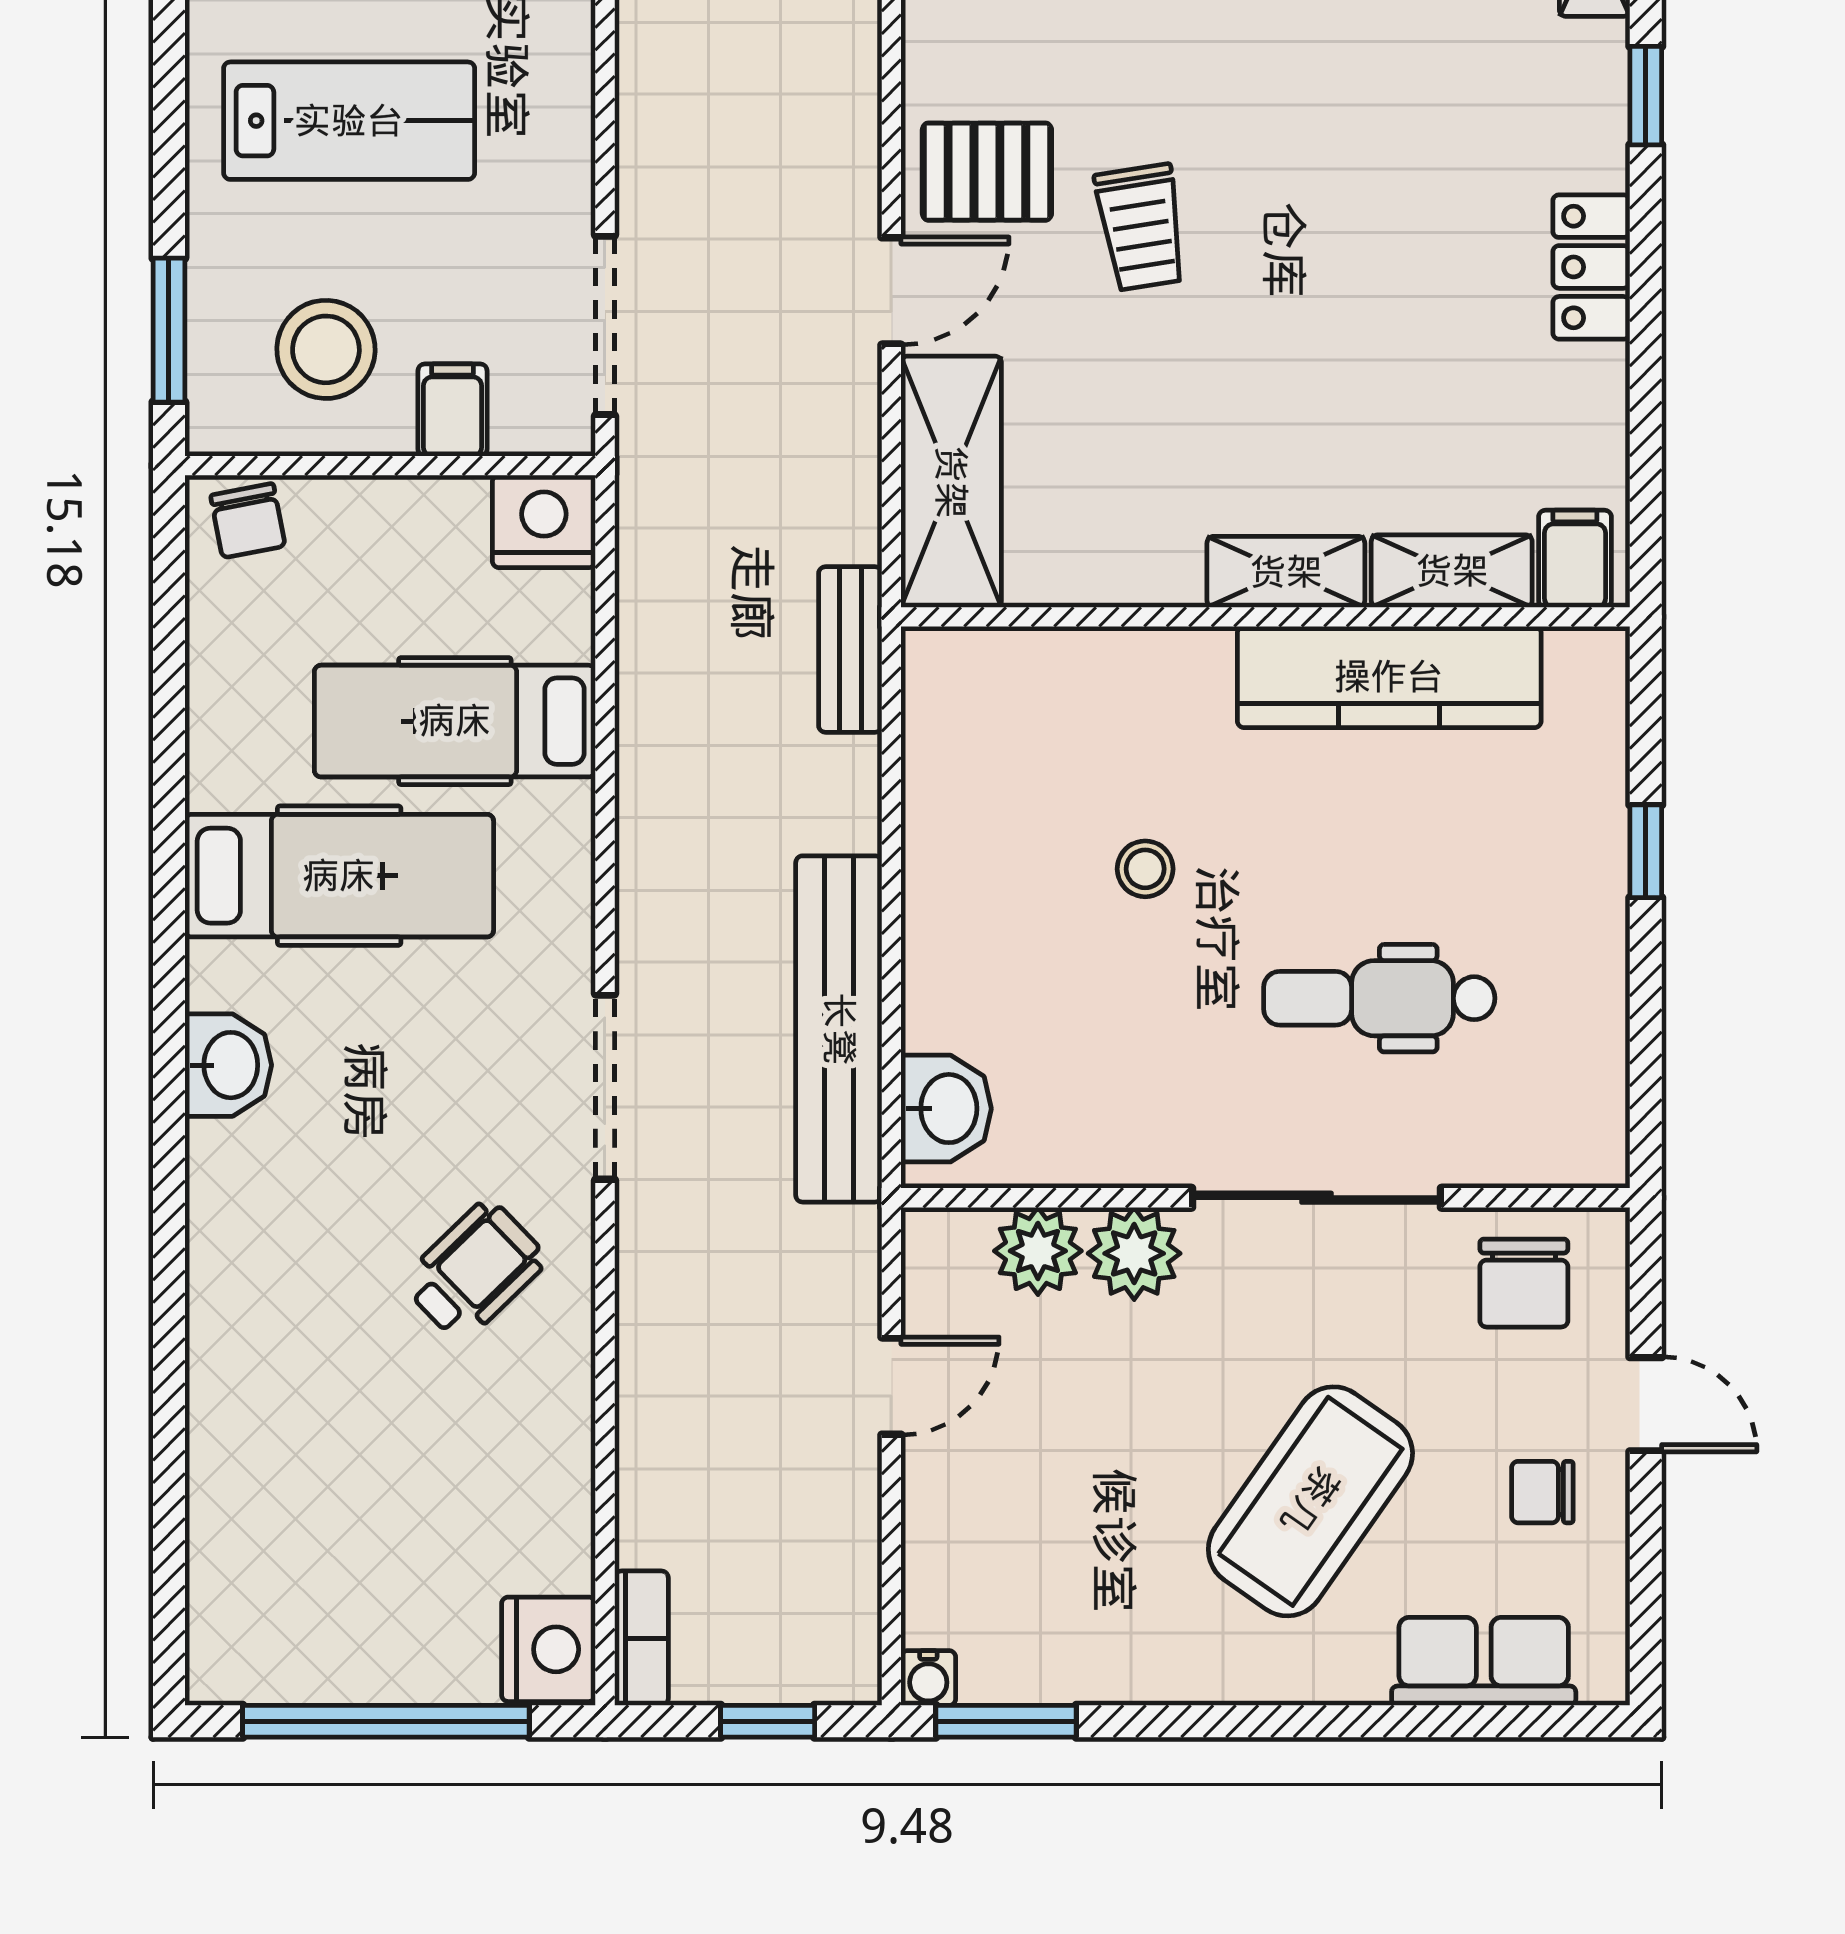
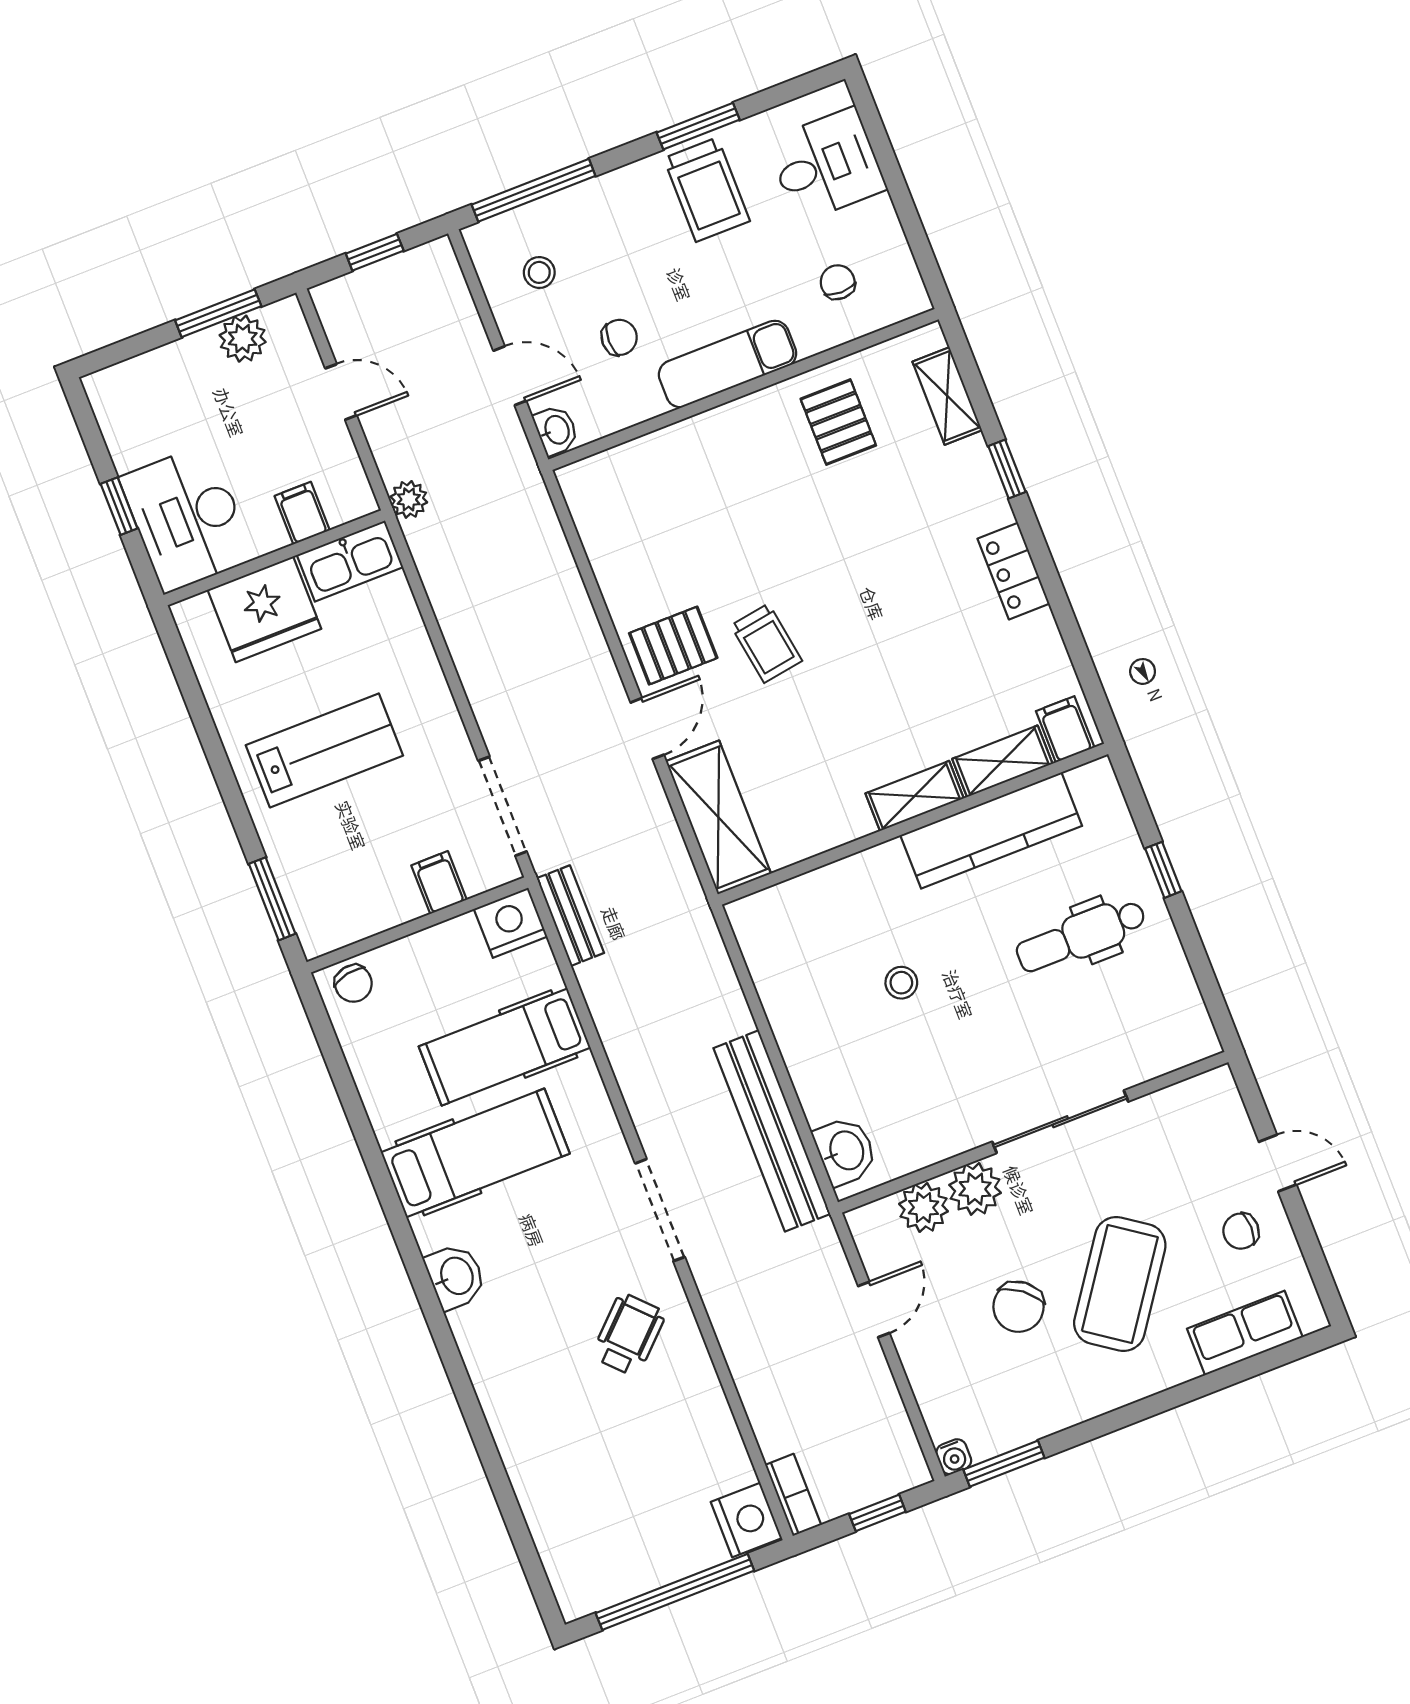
stool: (326, 349) -> (359, 877), removed
bench: (850, 649) -> (570, 916), moved
dental chair: (1379, 998) -> (1081, 936), moved
chair: (1524, 1283) -> (1018, 1307), moved, turned 38

